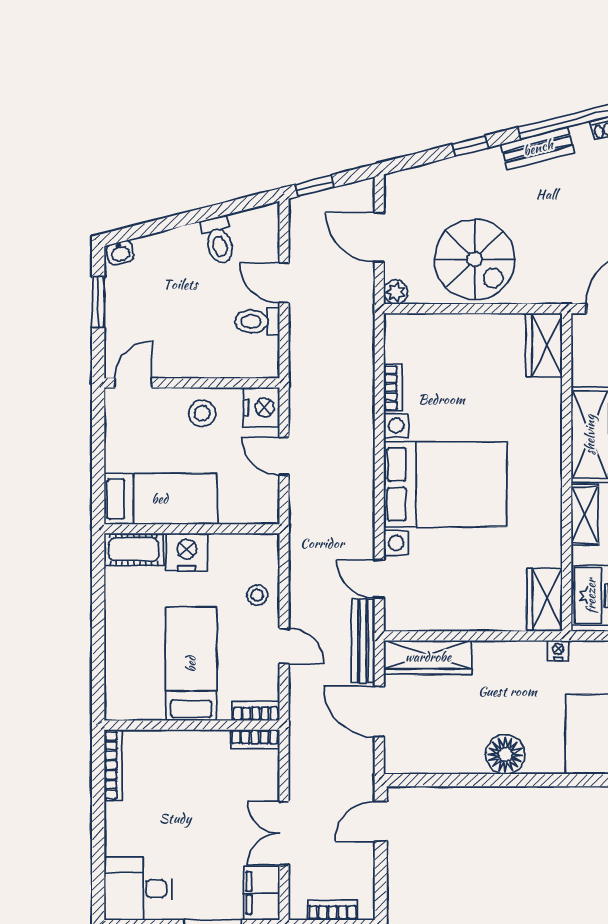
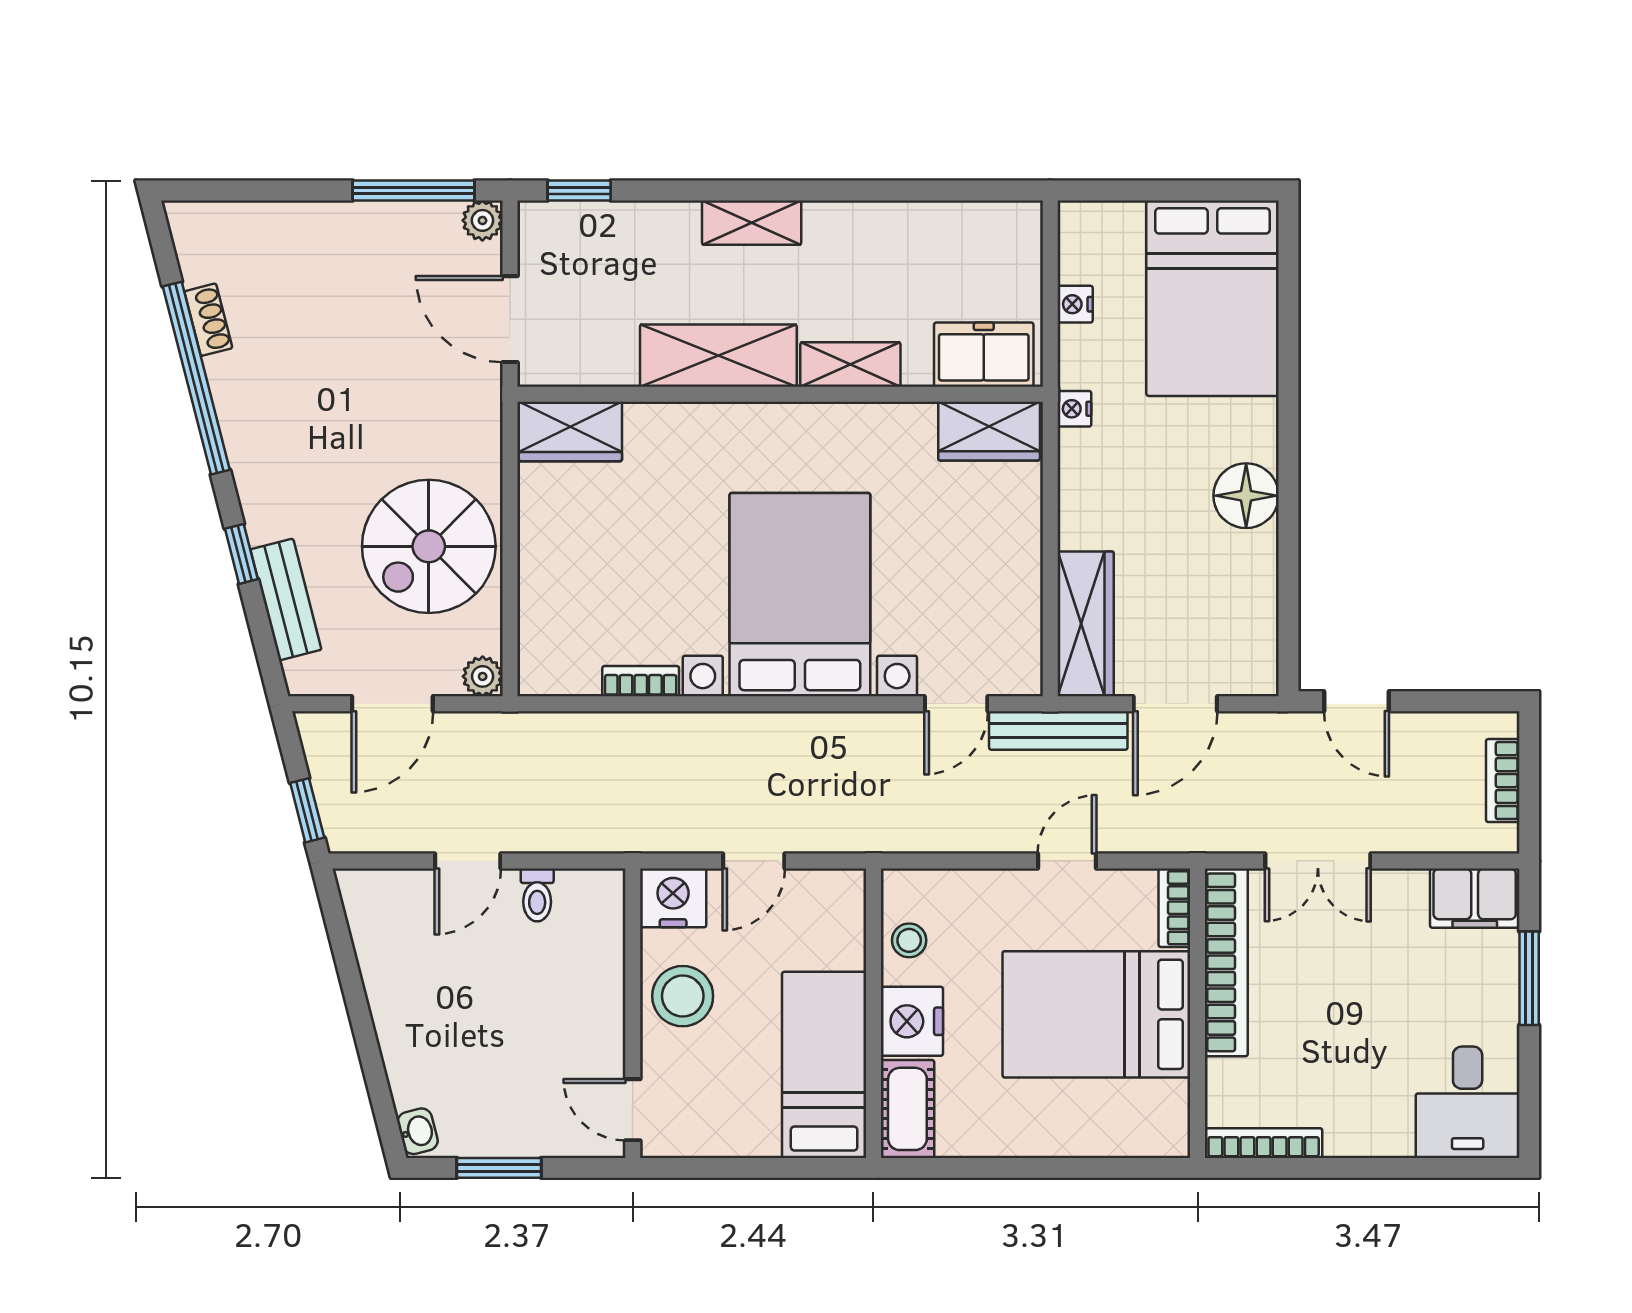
bench: (538, 148) -> (286, 600), moved
toilet: (218, 240) -> (397, 969), removed
spiral stairs: (475, 259) -> (429, 546), turned 180
toilet: (257, 321) -> (537, 895), width x0.73, depth x0.72
stool: (202, 413) -> (683, 996), width x1.38, depth x1.38
stool: (257, 595) -> (909, 940), moved
bed: (191, 664) -> (1096, 1014), width x1.50
bookcase: (255, 739) -> (1226, 962), width x2.31, depth x1.31
double door: (284, 833) -> (1318, 861), moved

